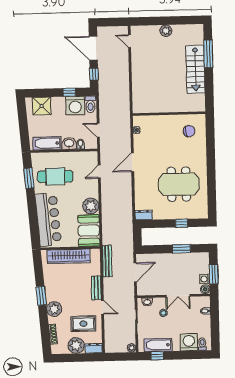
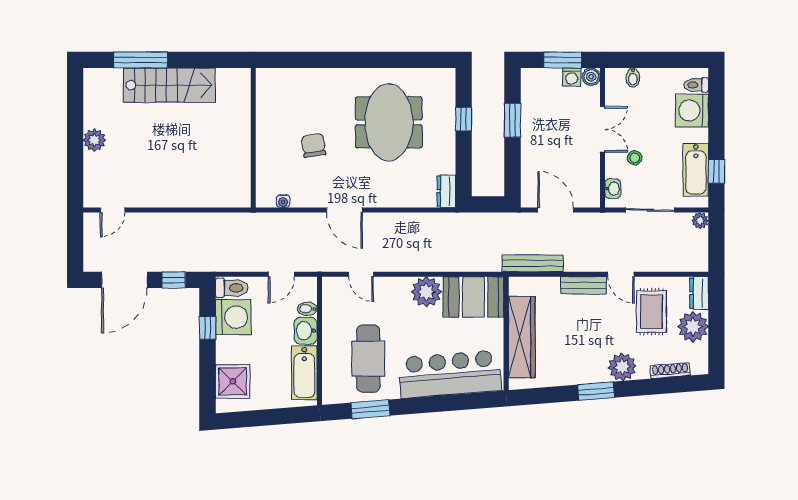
chair: (189, 131) -> (313, 145), moved
door: (103, 307) -> (621, 274), swing flipped

